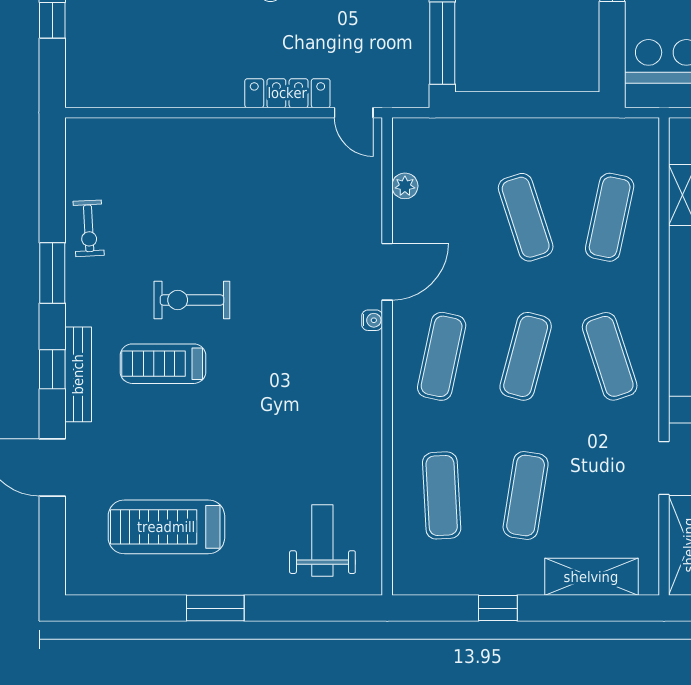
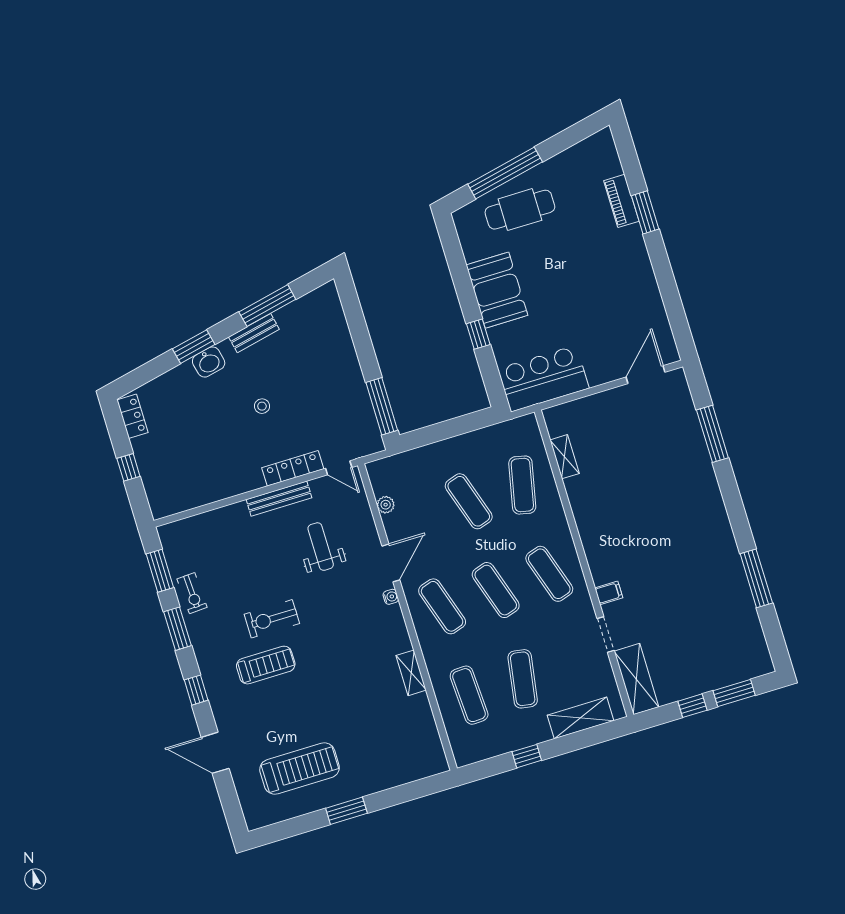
window: (52, 182) -> (160, 571), added
exercise mat: (442, 356) -> (442, 606), turned -30
exercise mat: (526, 356) -> (496, 590), turned -33
treadmill: (163, 364) -> (266, 665), turned 180
bench: (78, 374) -> (279, 499), moved, turned 90
shelving: (368, 438) -> (411, 673), added
treadmill: (166, 527) -> (300, 769), turned 180
weight bench: (322, 541) -> (321, 547), moved

